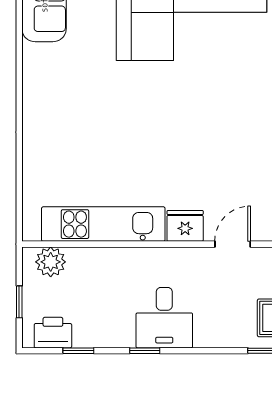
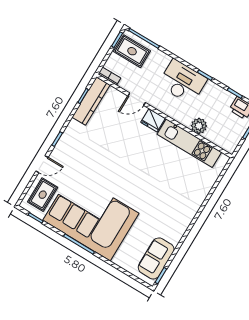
plant: (51, 262) -> (199, 126), moved
desk: (164, 318) -> (183, 82), width x1.37

